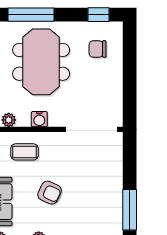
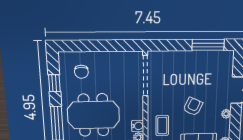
window: (98, 15) -> (54, 83), moved
water cooler: (39, 119) -> (138, 126), moved

